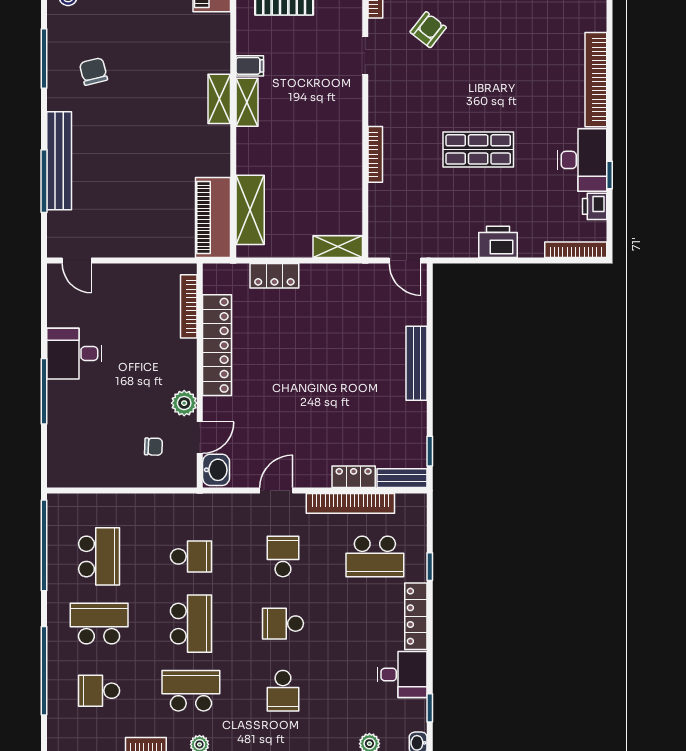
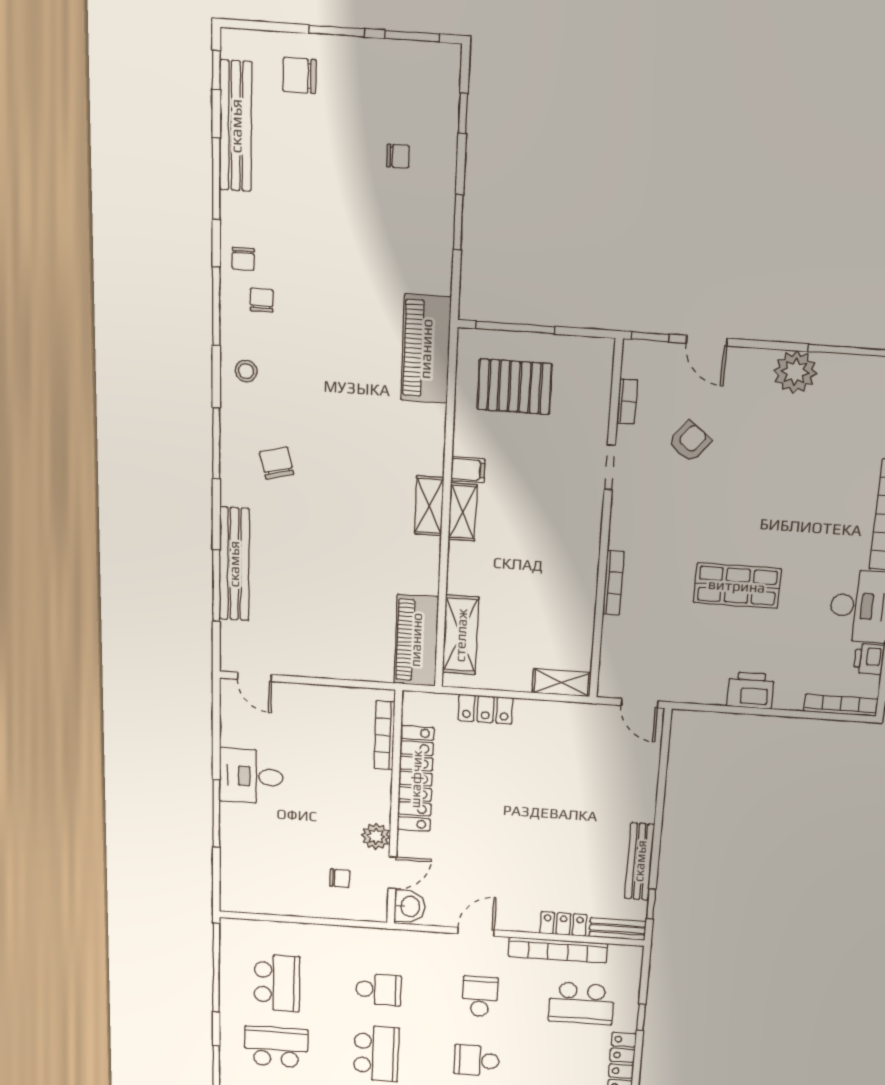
bench: (417, 363) -> (640, 861), moved

